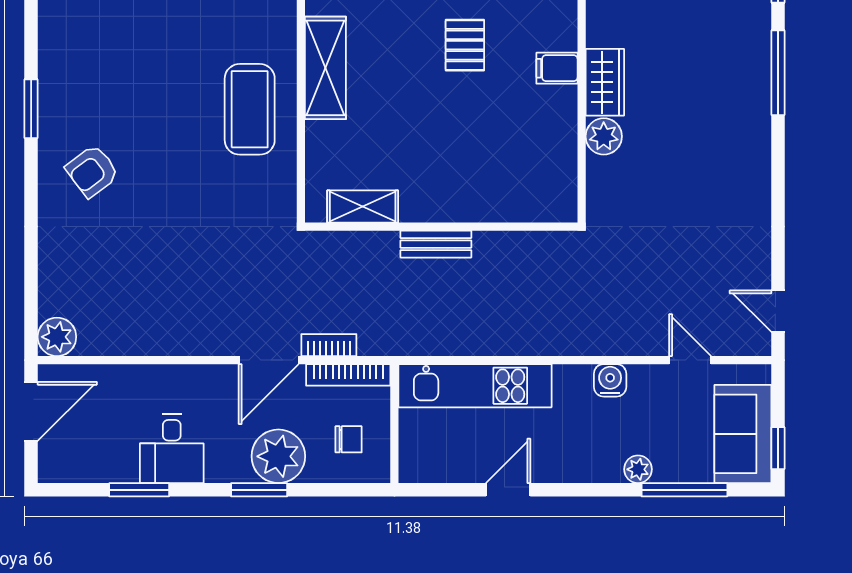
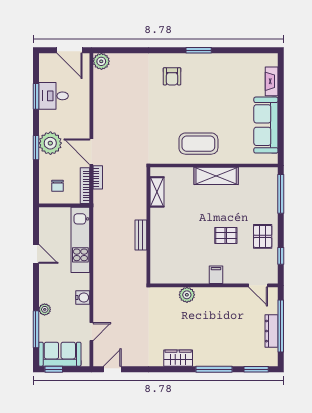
wardrobe: (605, 82) -> (178, 358), moved, turned 180
armchair: (92, 171) -> (172, 76), turned -143
bench: (436, 244) -> (141, 235), moved
desk: (172, 449) -> (53, 96), moved
plant: (278, 456) -> (50, 143), moved

